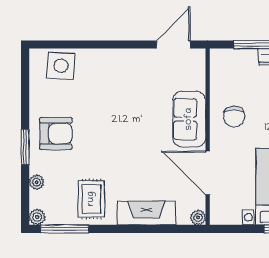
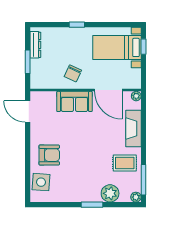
chair: (234, 116) -> (73, 73), turned 115
armchair: (56, 134) -> (49, 155), moved, turned 90
door: (208, 173) -> (108, 90), hinge flipped
plant: (37, 182) -> (110, 193), width x1.87, depth x1.87

